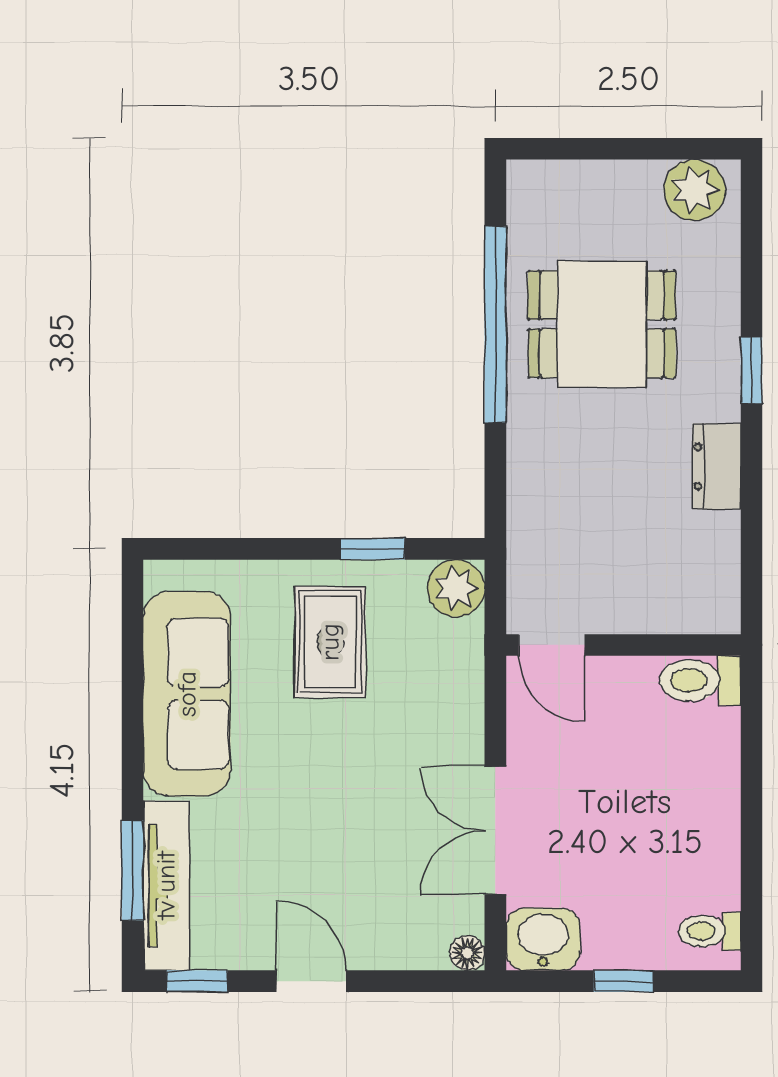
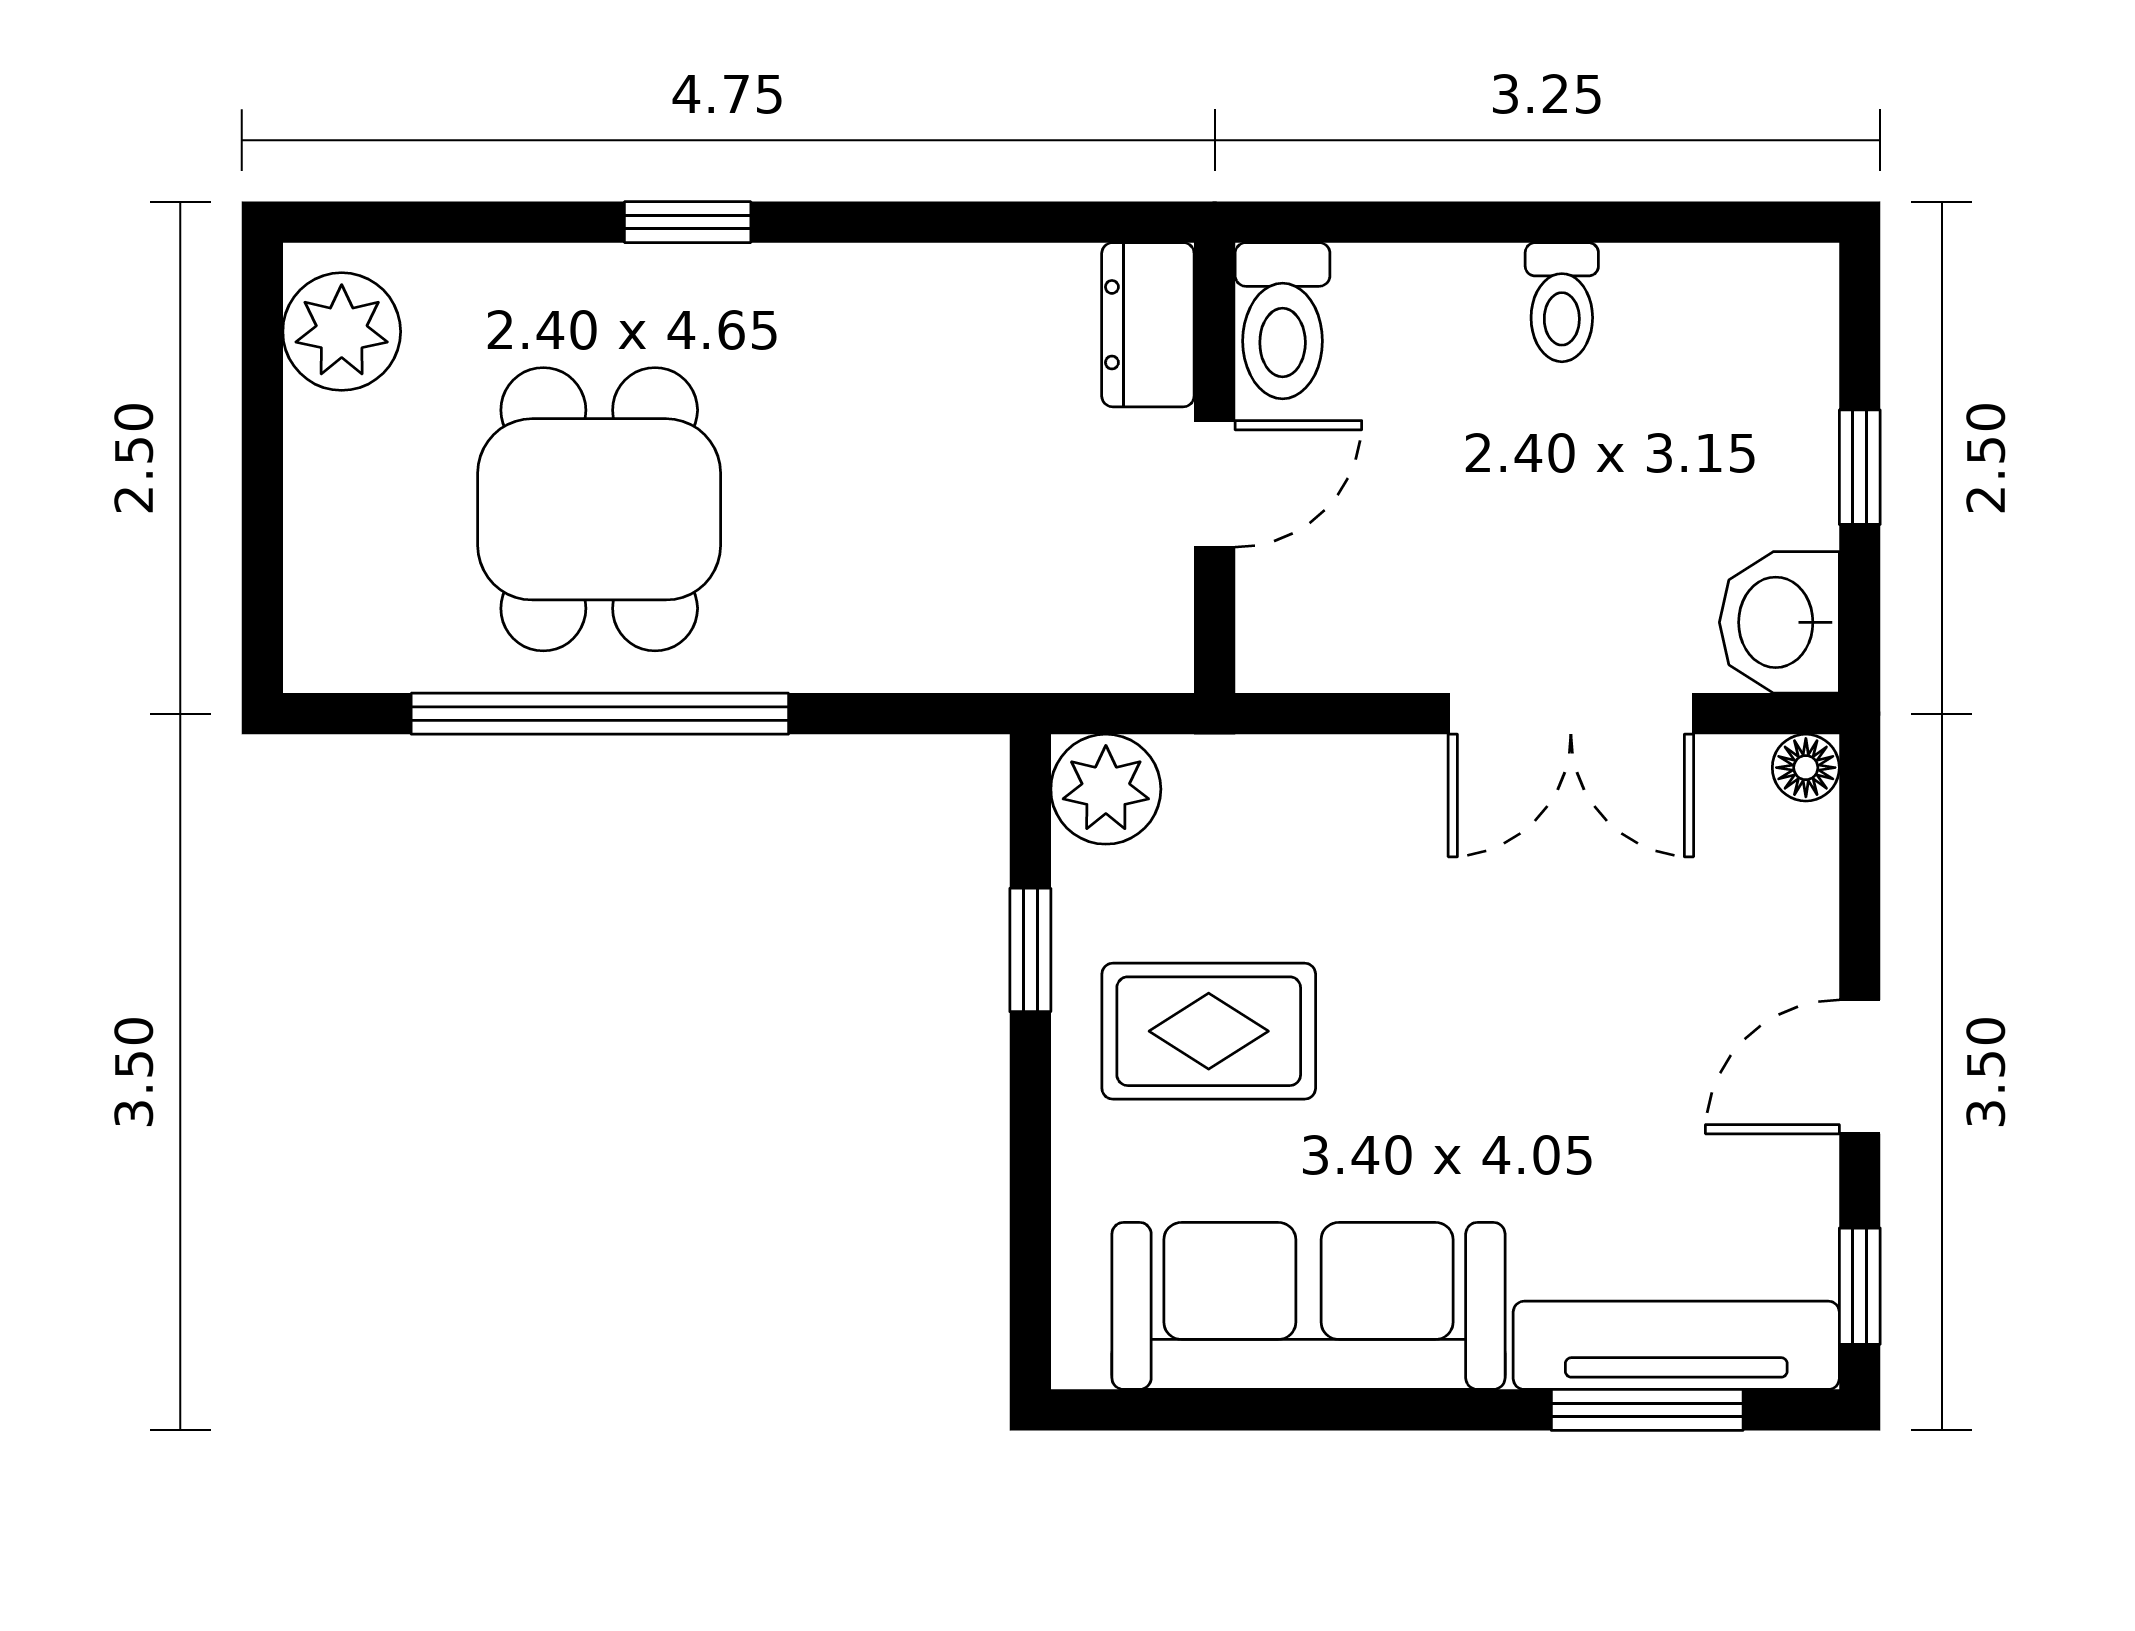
dresser: (717, 466) -> (1148, 325), moved, turned 90
door: (552, 645) -> (1215, 484), moved
toilet: (710, 931) -> (1562, 302), moved

